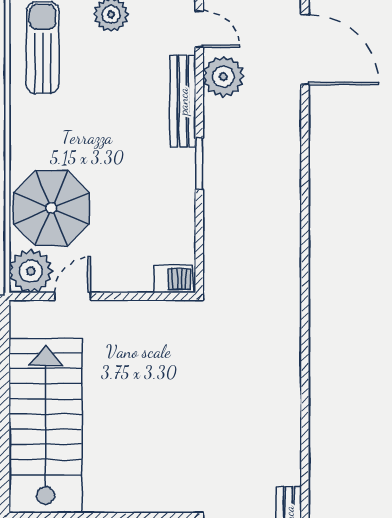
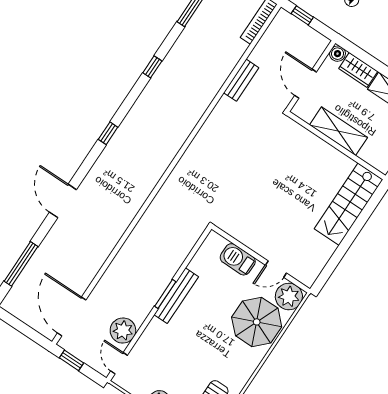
bench: (183, 101) -> (176, 296), moved
barbecue: (174, 279) -> (238, 259), moved, width x1.38, depth x1.27
stairs: (46, 426) -> (349, 204), width x0.73, depth x0.66

